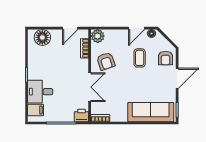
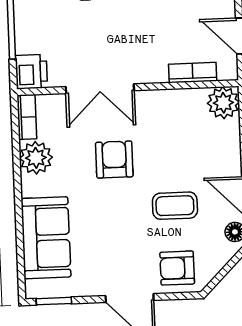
armchair: (106, 61) -> (114, 160), moved, turned 109
sofa: (151, 112) -> (46, 238), width x0.73
plant: (117, 115) -> (36, 158), added

